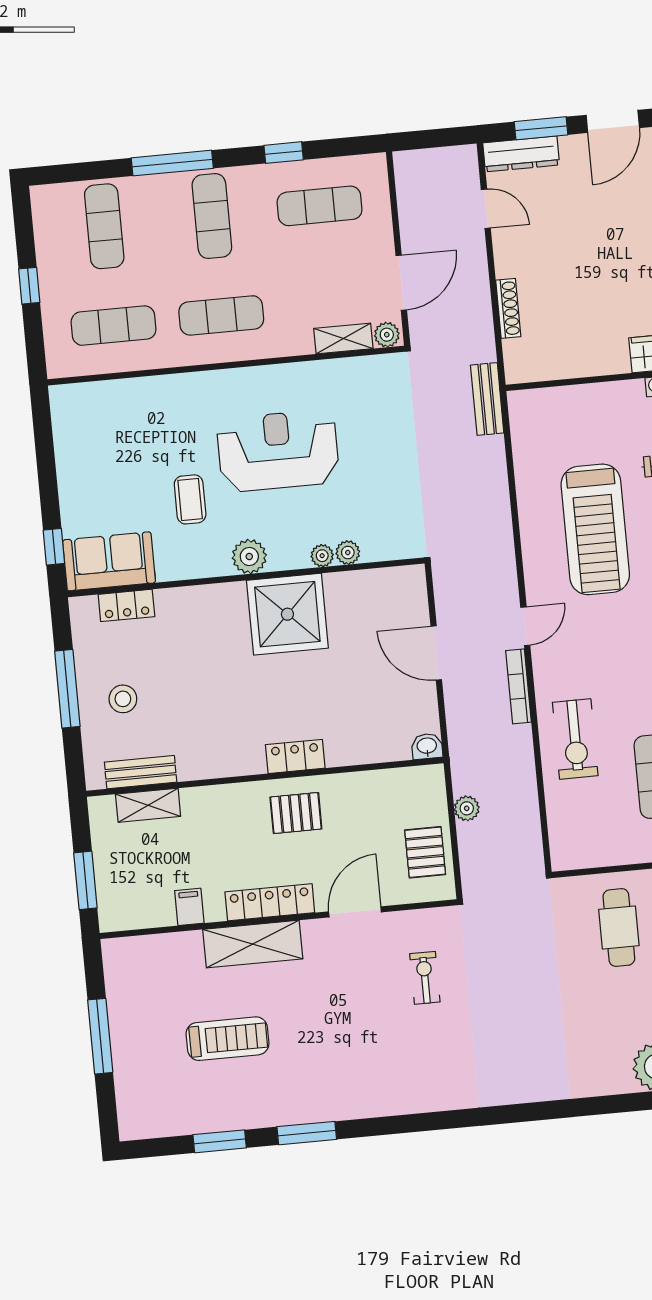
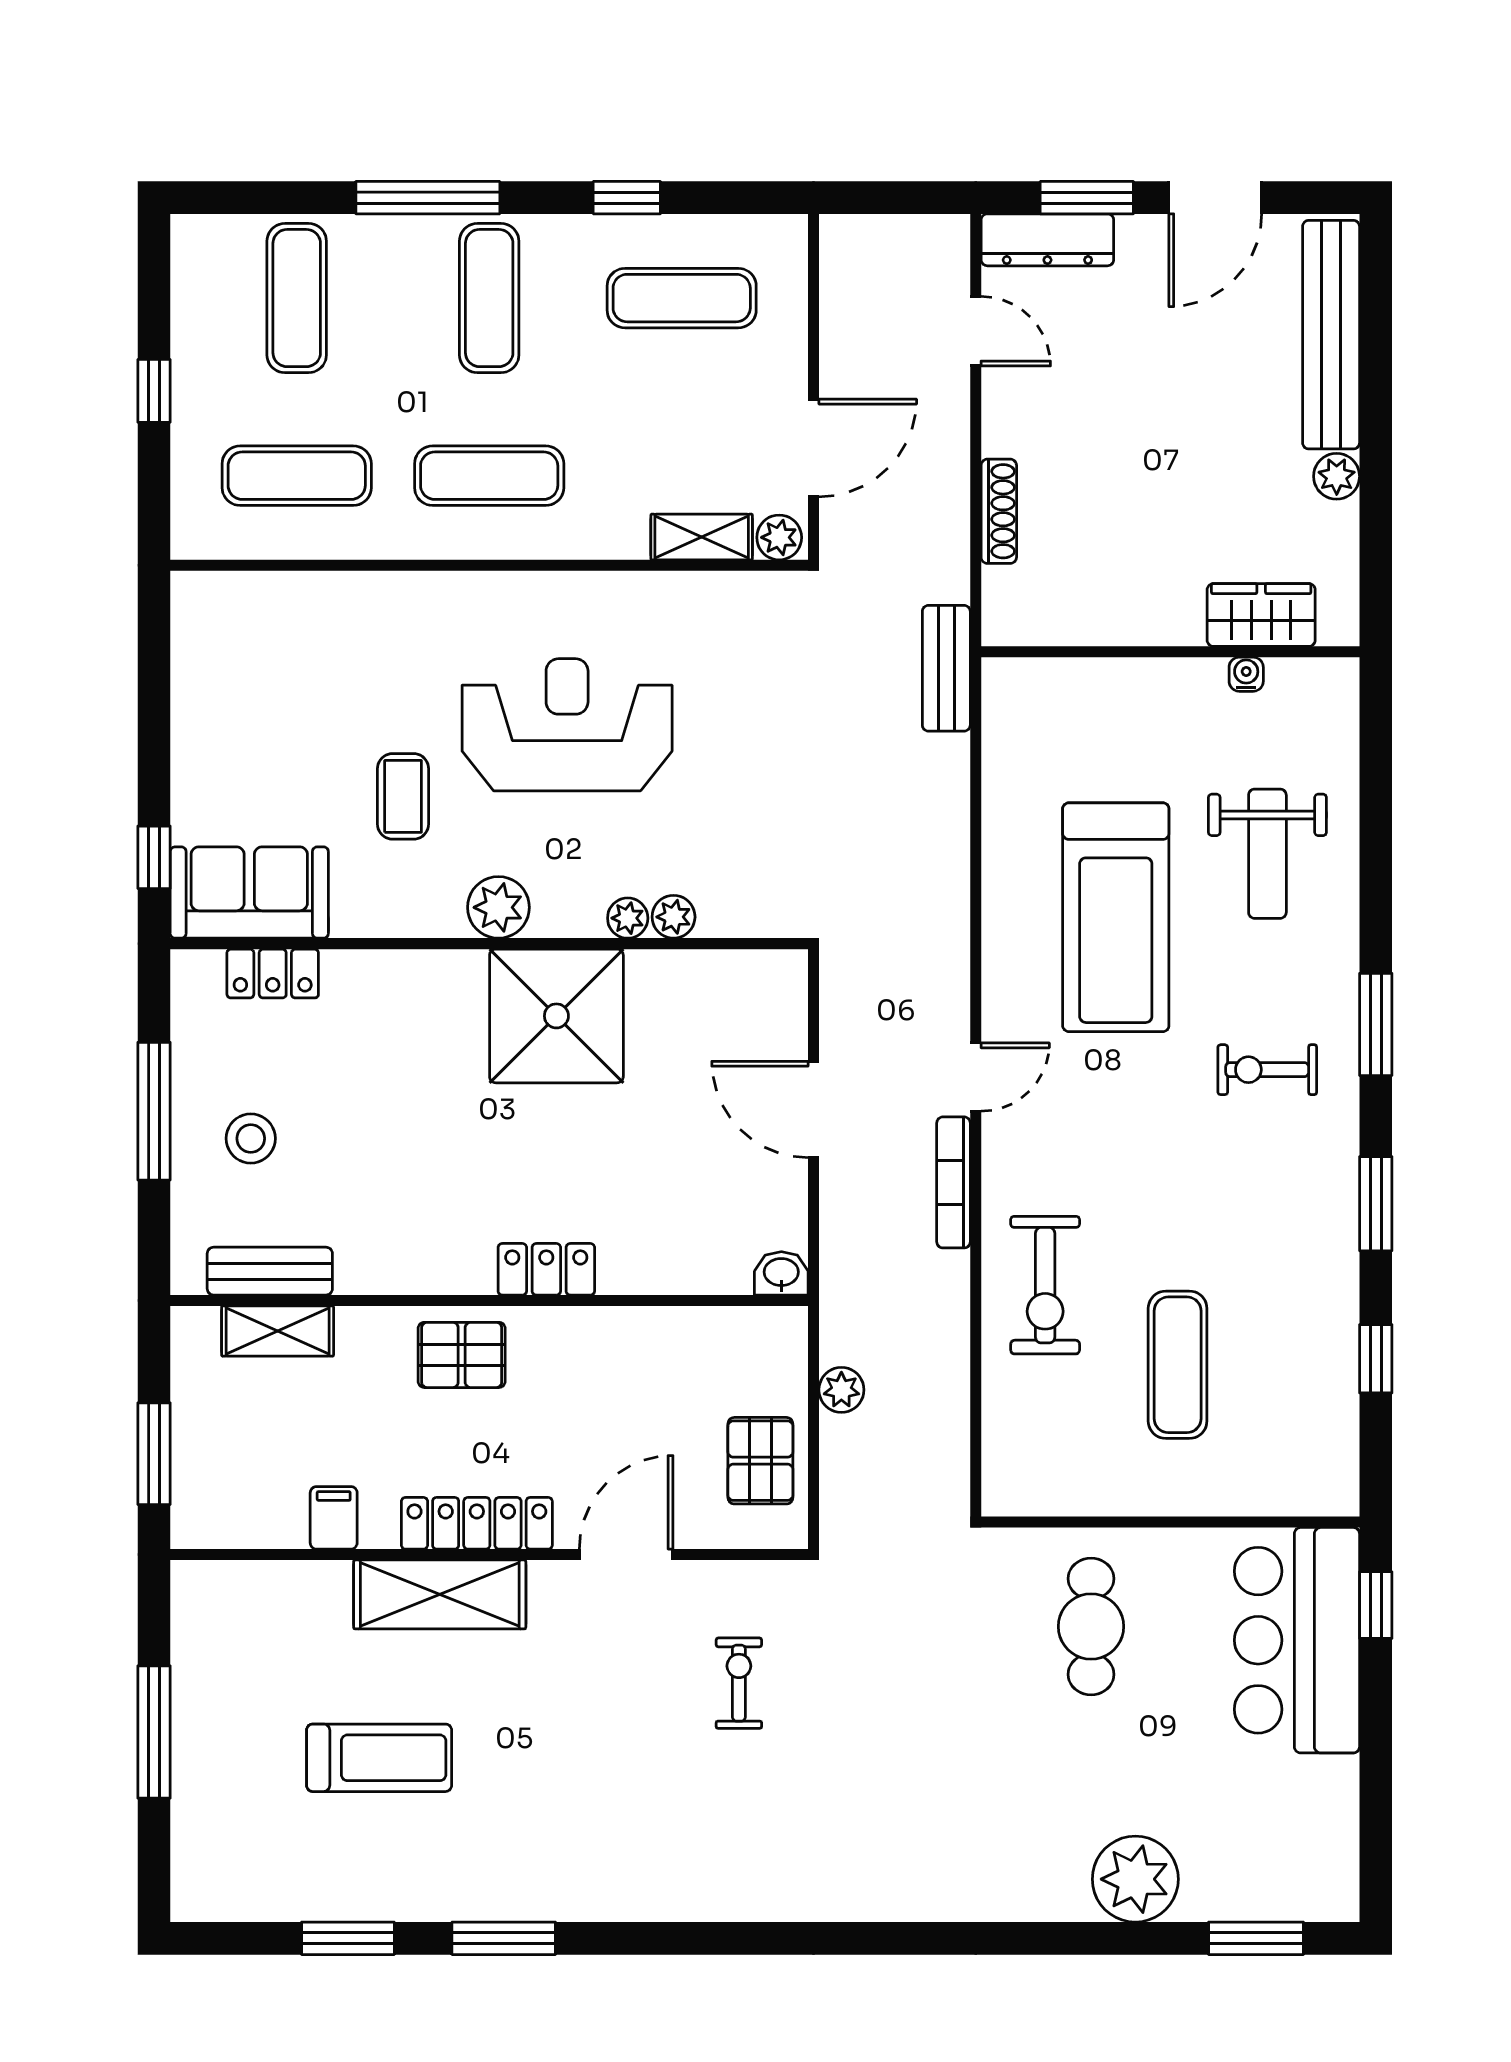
pallet: (296, 813) -> (462, 1355), moved

